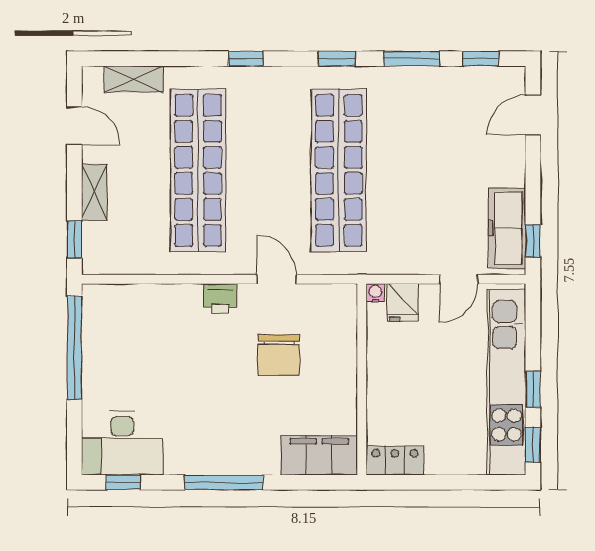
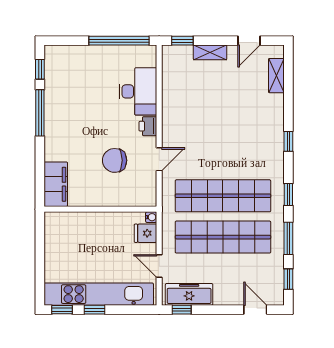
shop shelf: (198, 170) -> (223, 237), moved
desk: (122, 443) -> (138, 91), moved, turned 180
locker: (395, 461) -> (53, 229), removed
window: (224, 482) -> (40, 113), moved

